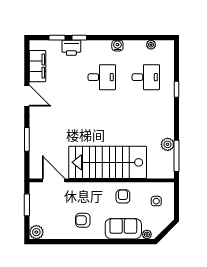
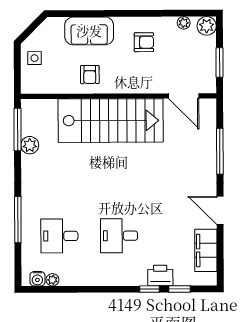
water cooler: (117, 46) -> (37, 279), moved
window: (177, 89) -> (18, 220), width x2.17
window: (27, 139) -> (220, 151), width x1.44
side table: (156, 201) -> (35, 58), moved
plant: (147, 234) -> (184, 23), moved

